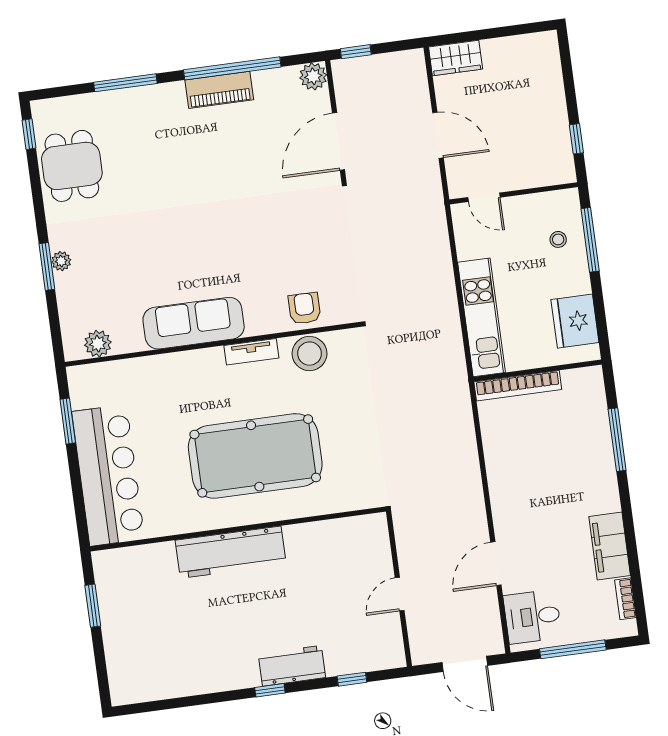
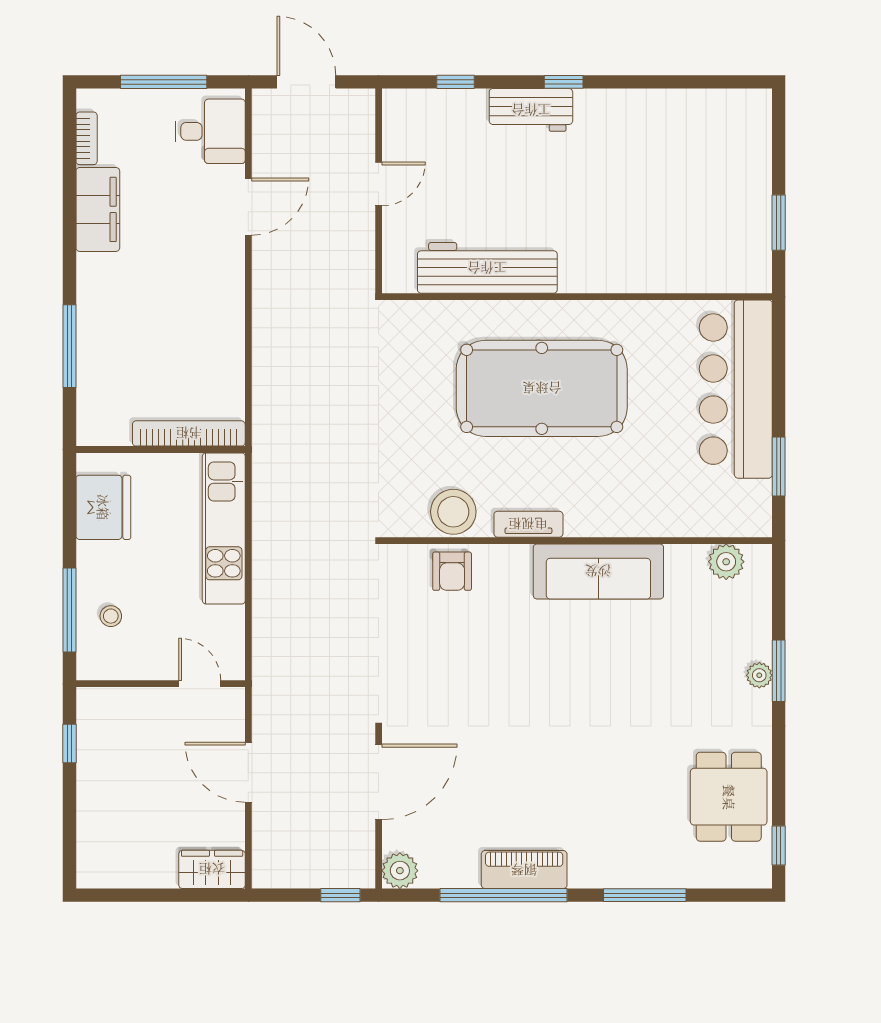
workbench: (231, 552) -> (487, 268), moved

